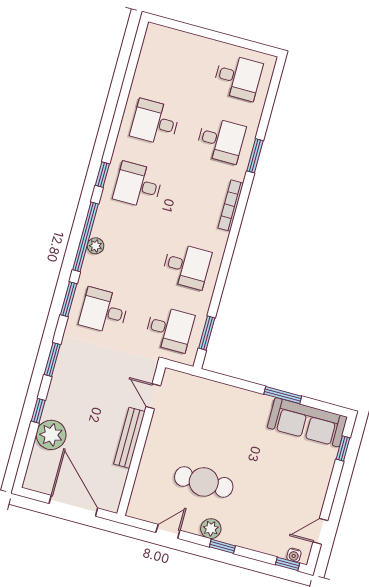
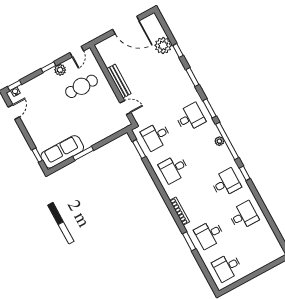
door: (153, 396) -> (125, 108), moved
bench: (129, 438) -> (119, 81), moved
wall: (141, 440) -> (113, 85), moved

